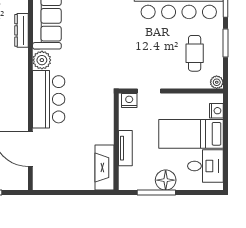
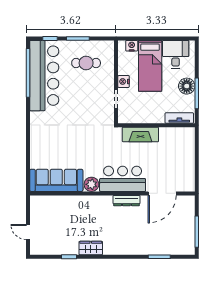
dresser: (21, 30) -> (126, 201), moved
plant: (217, 82) -> (109, 45), removed
nightstand: (129, 100) -> (124, 81), moved
tv unit: (125, 148) -> (179, 118), moved
fireplace: (105, 168) -> (140, 135), moved

